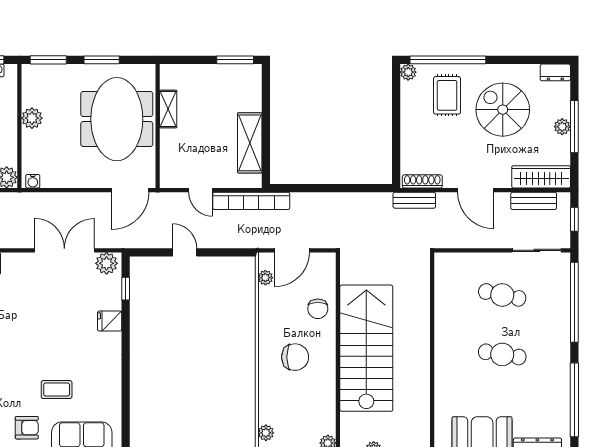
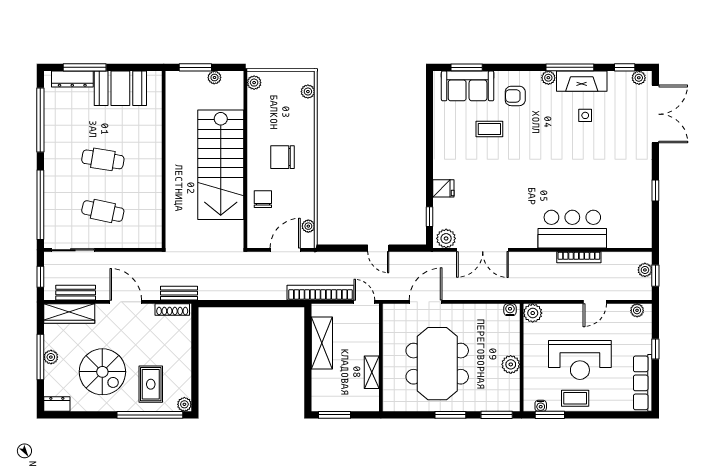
shelving: (168, 109) -> (372, 372), moved
wall: (158, 126) -> (381, 358), moved

